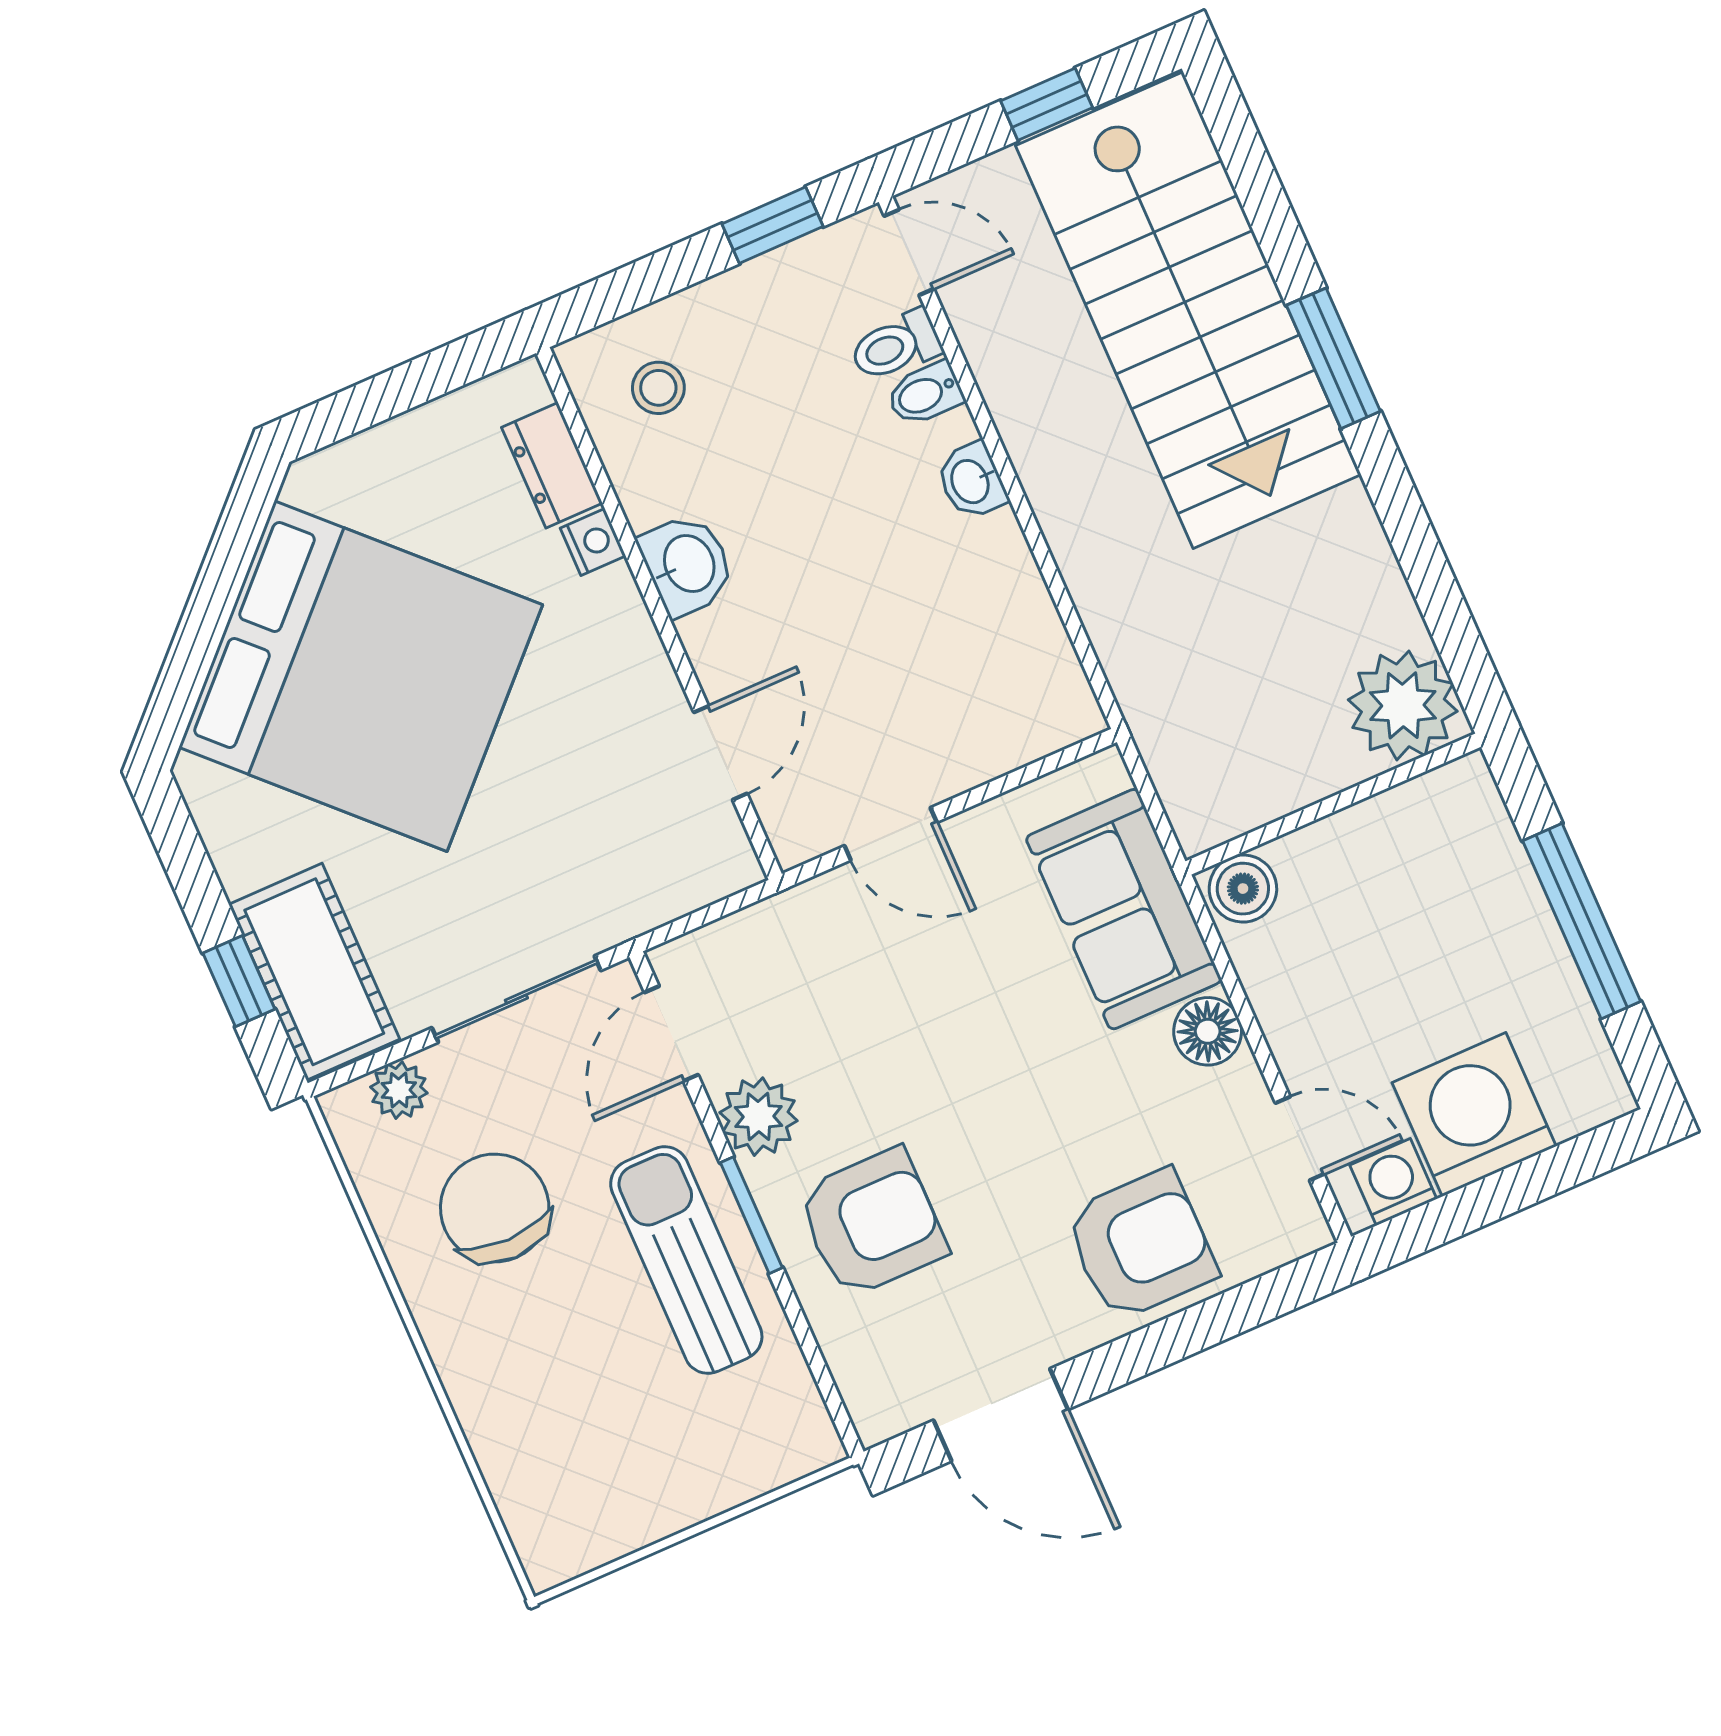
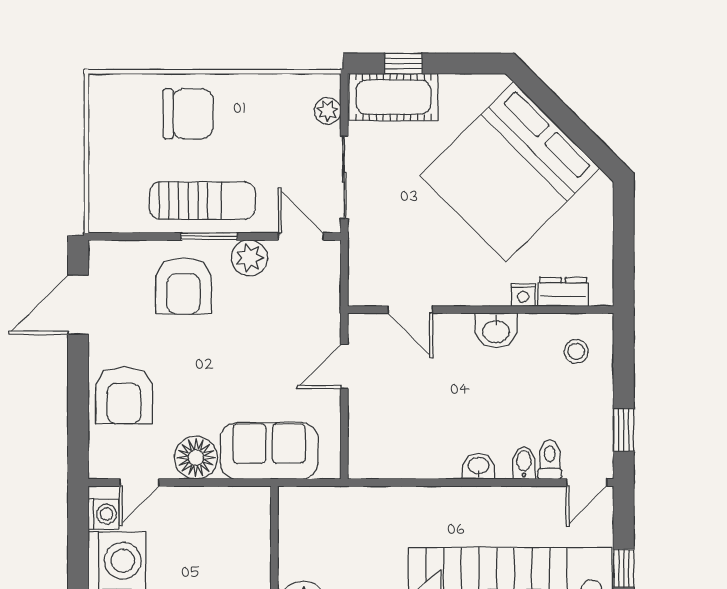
boiler: (1243, 889) -> (256, 505), removed
floor lamp: (1208, 1031) -> (196, 458), width x1.38, depth x1.38
chair: (495, 1208) -> (188, 114), moved

